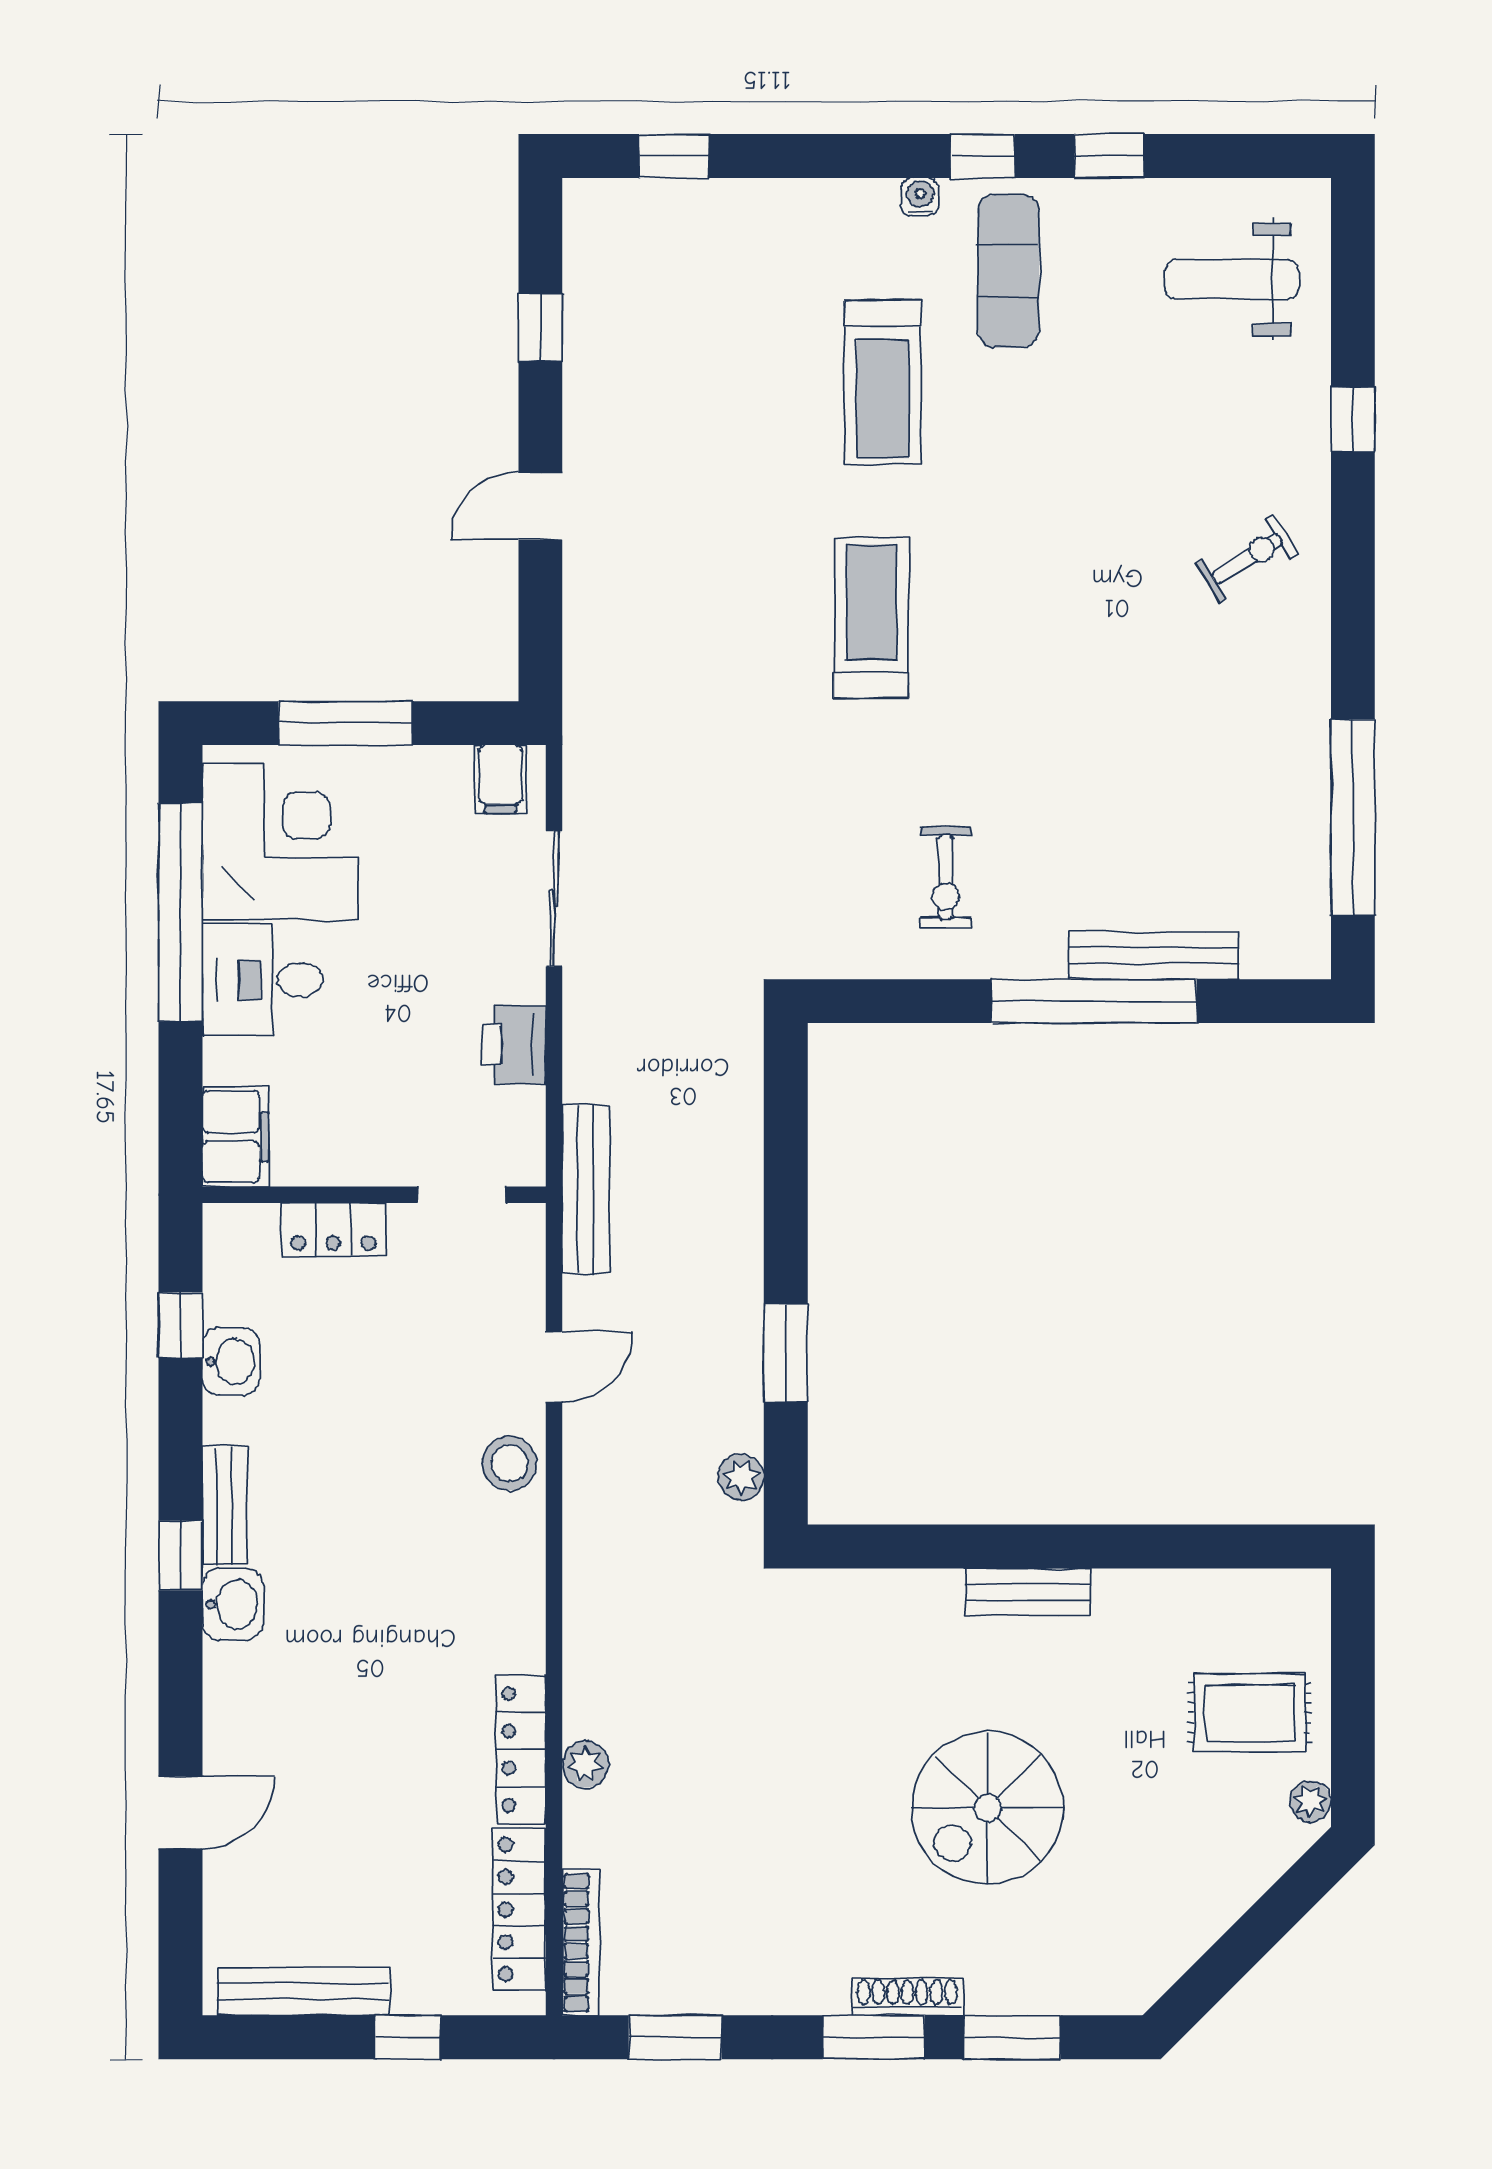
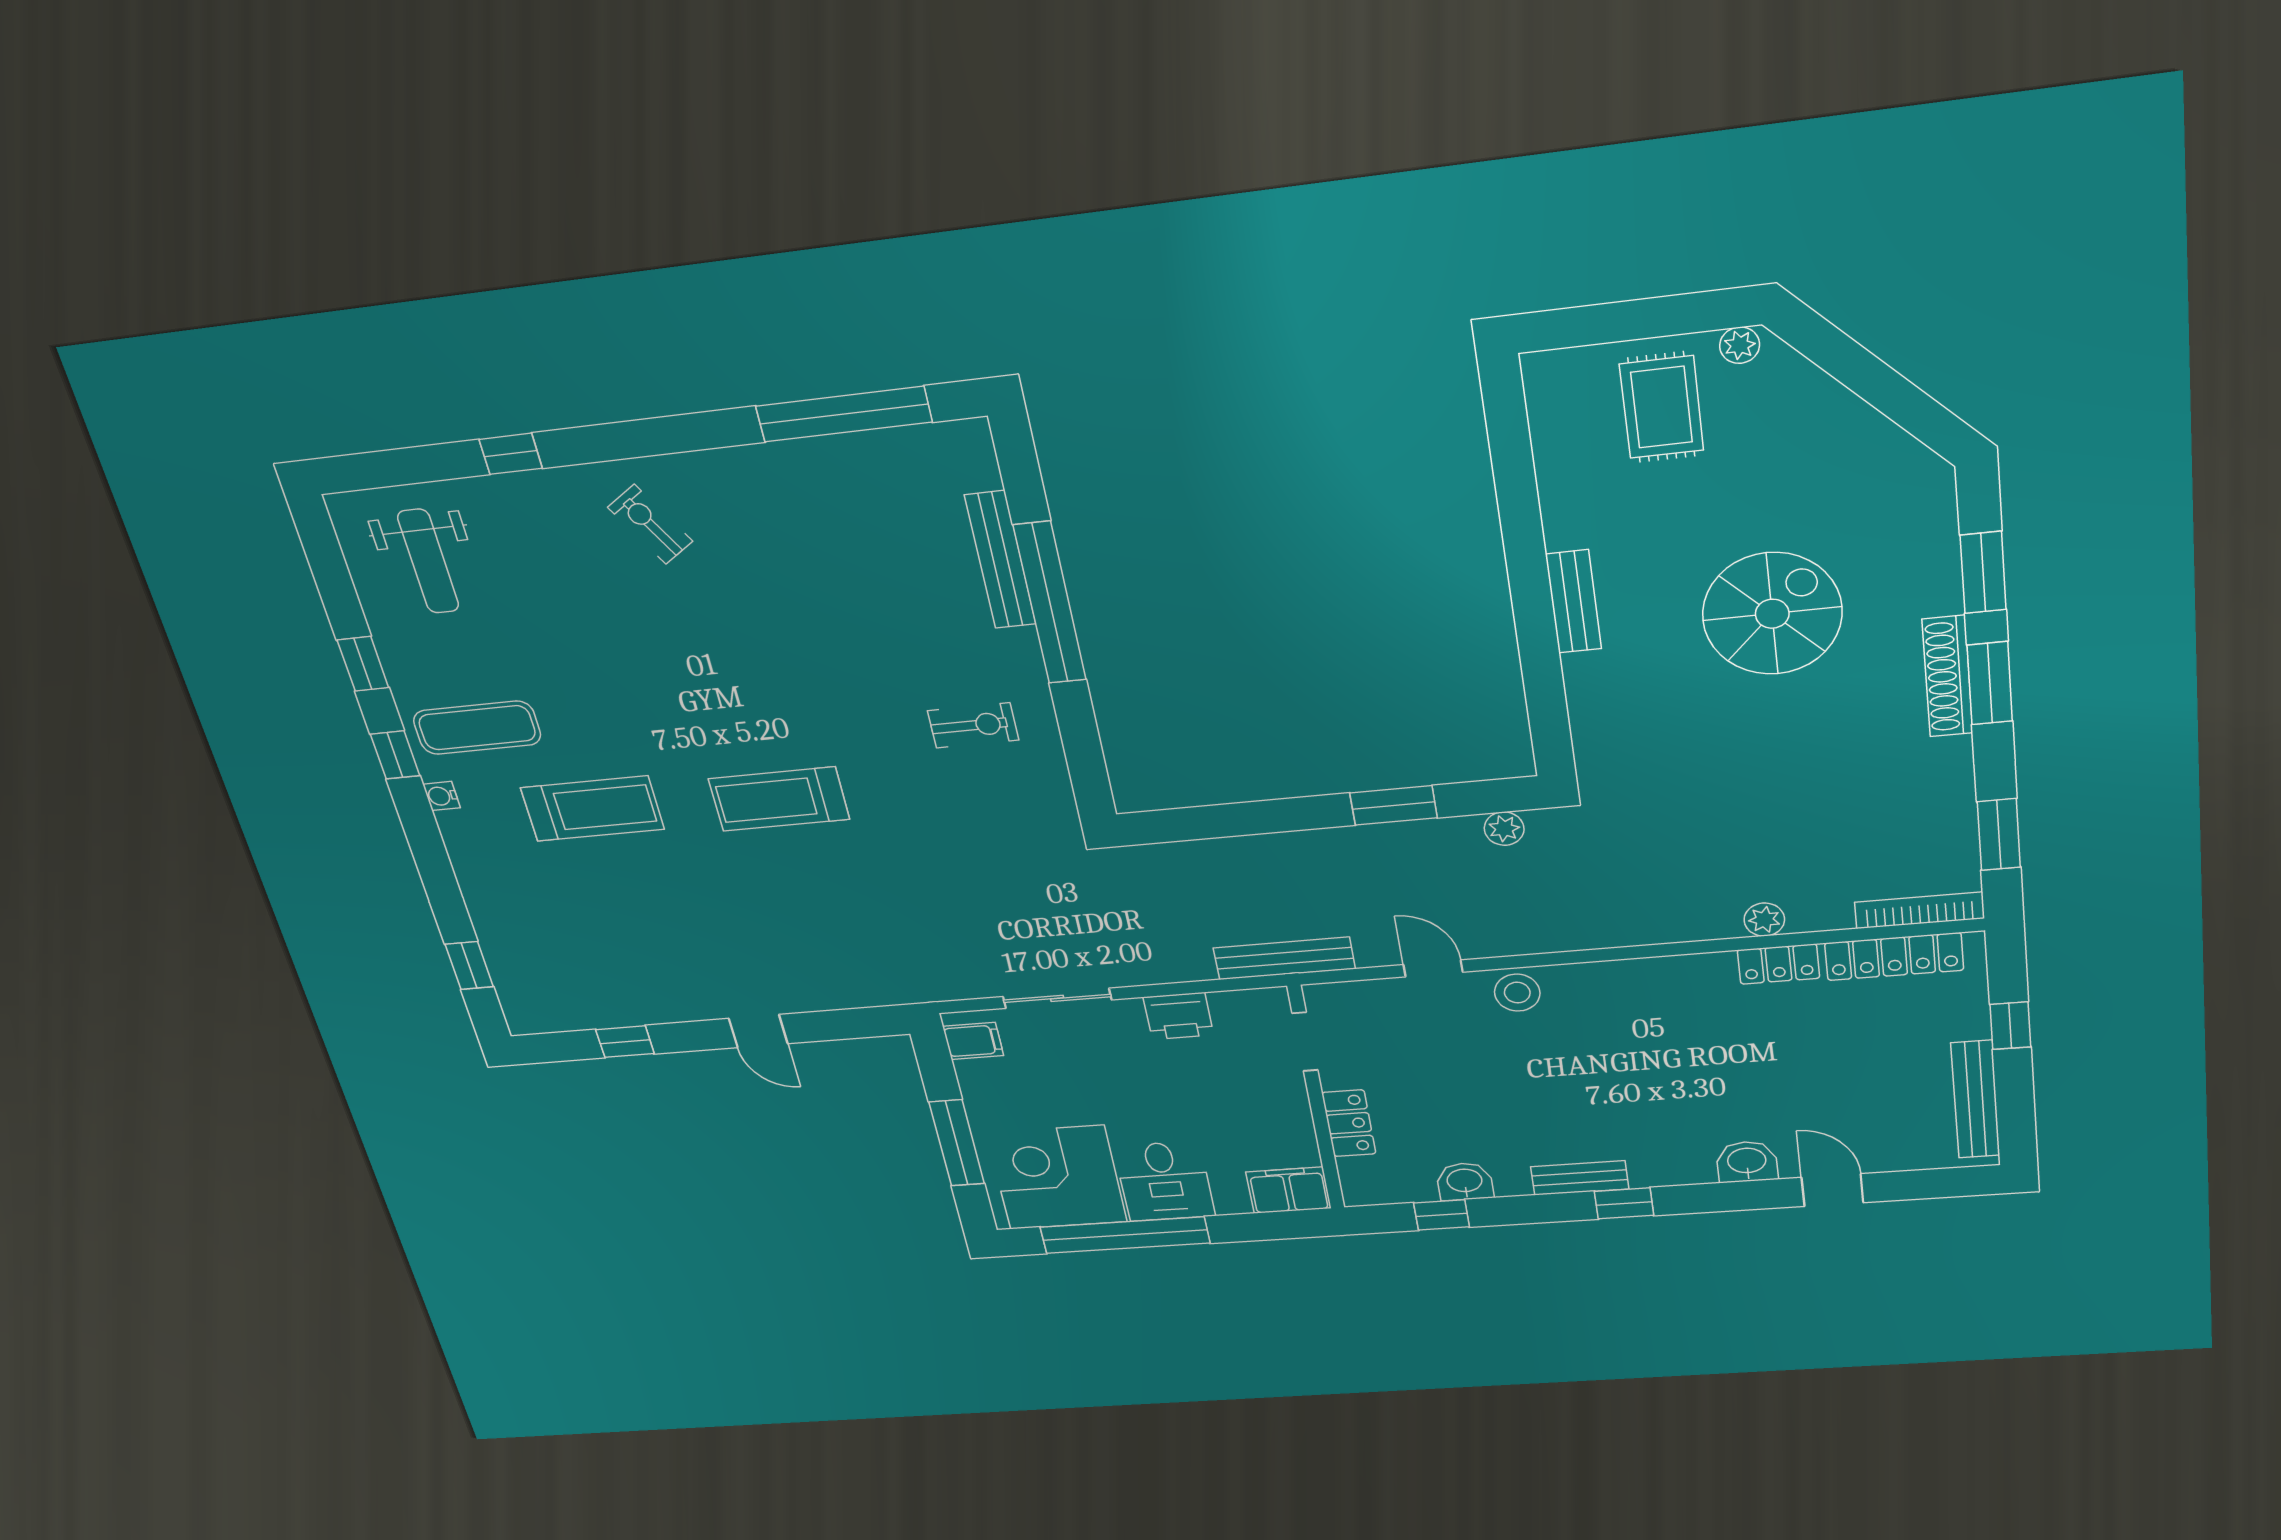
washbasin: (233, 1604) -> (1747, 1162), moved
locker: (521, 1750) -> (1778, 964), width x0.66
spiral stairs: (988, 1808) -> (1772, 614), turned -90
shoe rack: (907, 1997) -> (1948, 676), width x1.36, depth x1.24

